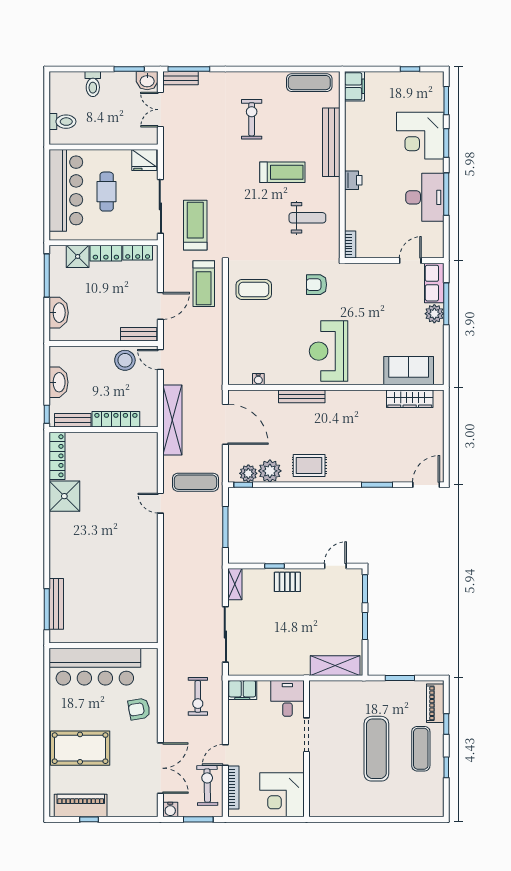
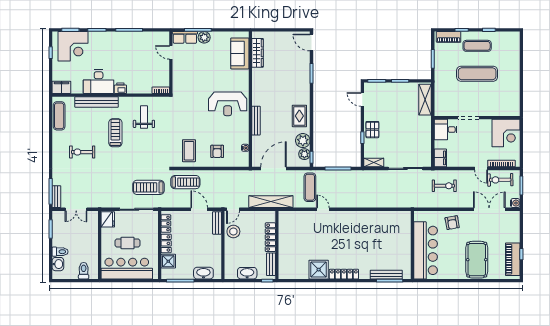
washbasin: (147, 81) -> (58, 264), moved
corner desk: (420, 136) -> (73, 46), moved
desk: (425, 197) -> (99, 82), moved, turned 180
armchair: (316, 285) -> (217, 151), moved
locker: (57, 456) -> (344, 274), moved
door: (160, 503) -> (323, 209), swing flipped

